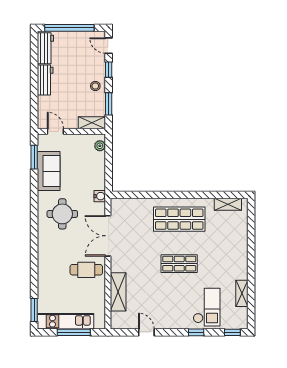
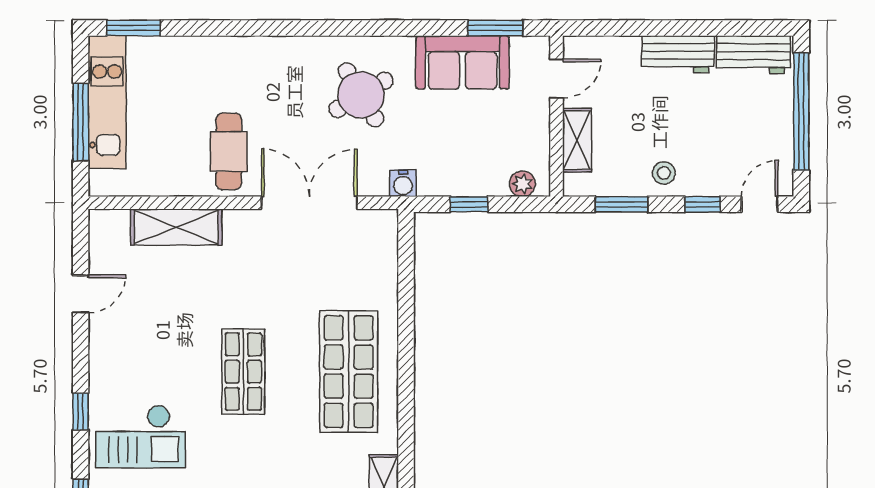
shelving: (92, 123) -> (577, 140), moved
window: (109, 168) -> (469, 204), added
round table: (62, 214) -> (361, 95), turned -31

